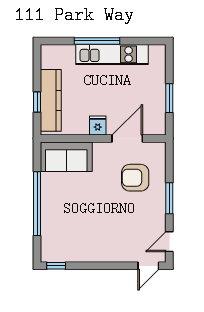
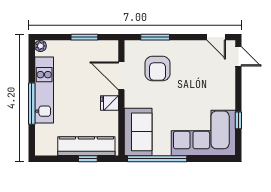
plant: (160, 50) -> (40, 46), added
window: (169, 198) -> (155, 37), moved
window: (37, 204) -> (157, 159), moved
corner sofa: (65, 228) -> (203, 133), added
window: (56, 266) -> (238, 120), moved

